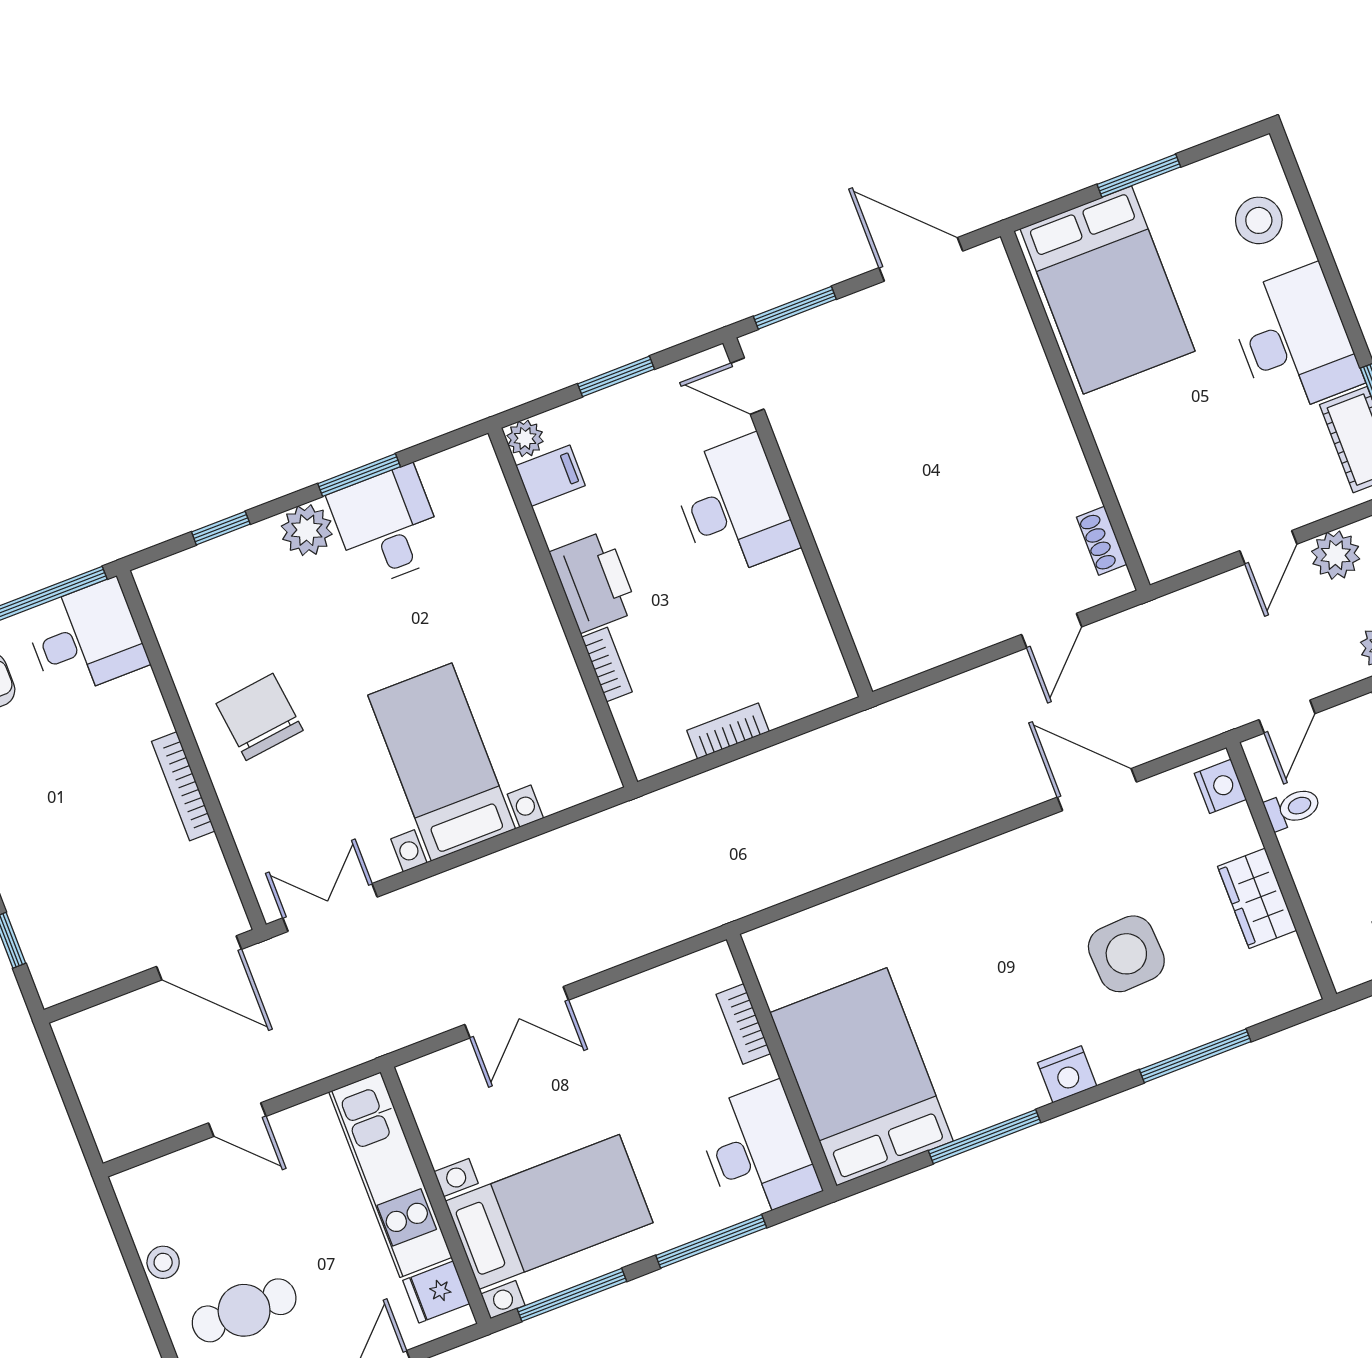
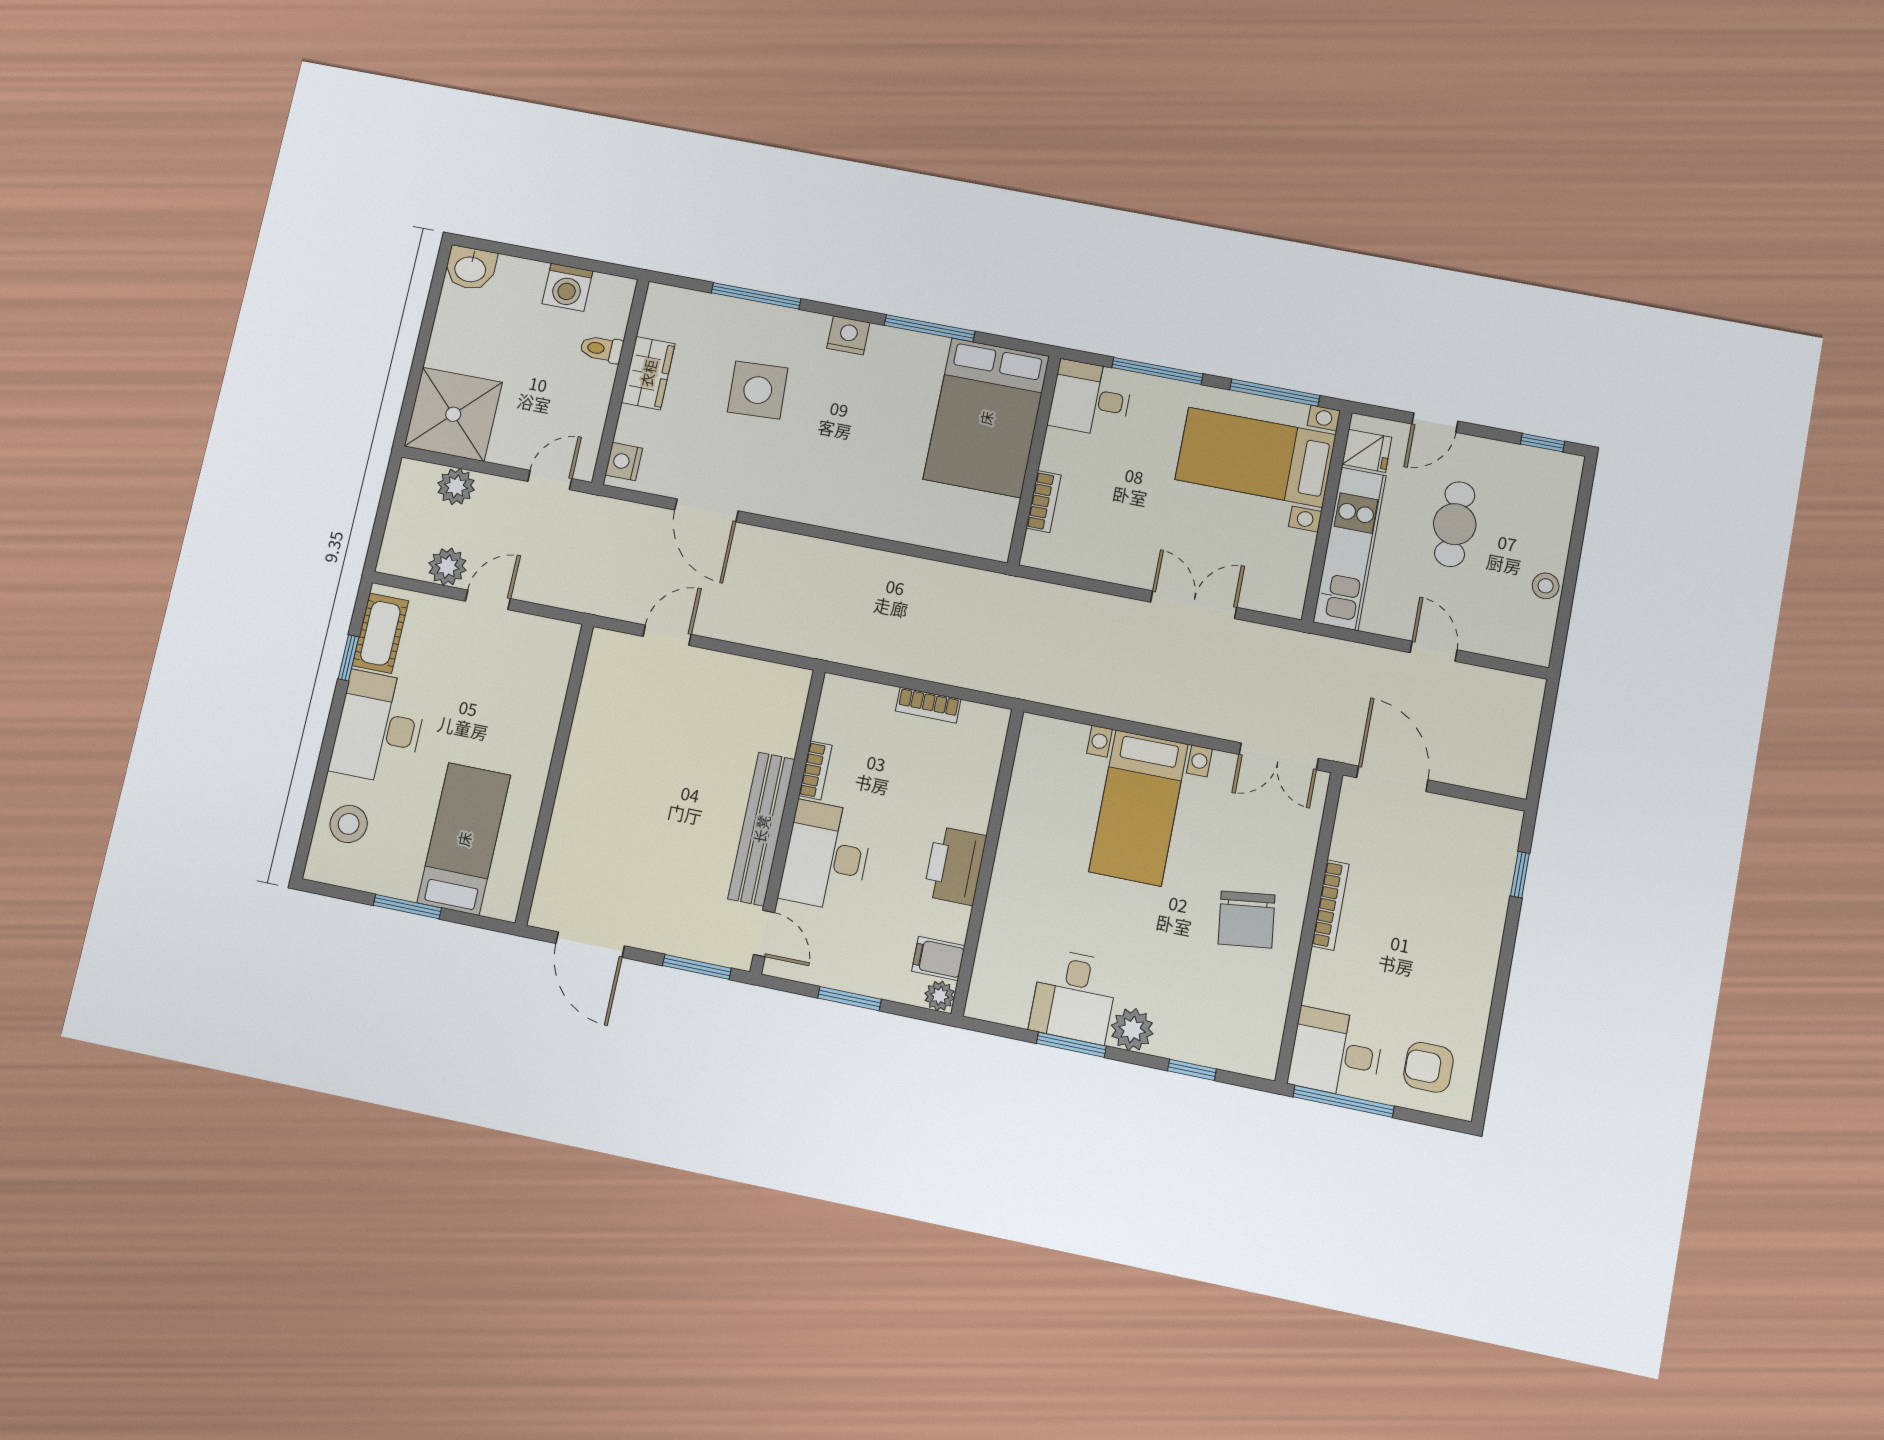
bed: (1107, 290) -> (464, 839), width x0.67
bench: (820, 492) -> (761, 829), added
shoe rack: (1102, 541) -> (595, 675), removed
bookcase: (607, 665) -> (815, 770), moved, turned 180
toilet: (1293, 808) -> (602, 349), moved
desk: (758, 1152) -> (1091, 399), width x0.73
cafe table: (244, 1310) -> (1455, 524), moved, turned 90

